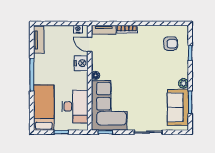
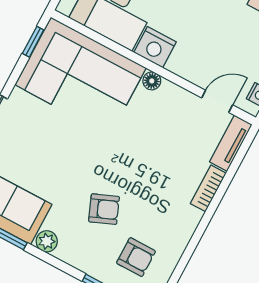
armchair: (171, 44) -> (136, 257), turned -90
nightstand: (81, 63) -> (155, 47), moved
armchair: (158, 67) -> (104, 209), added

